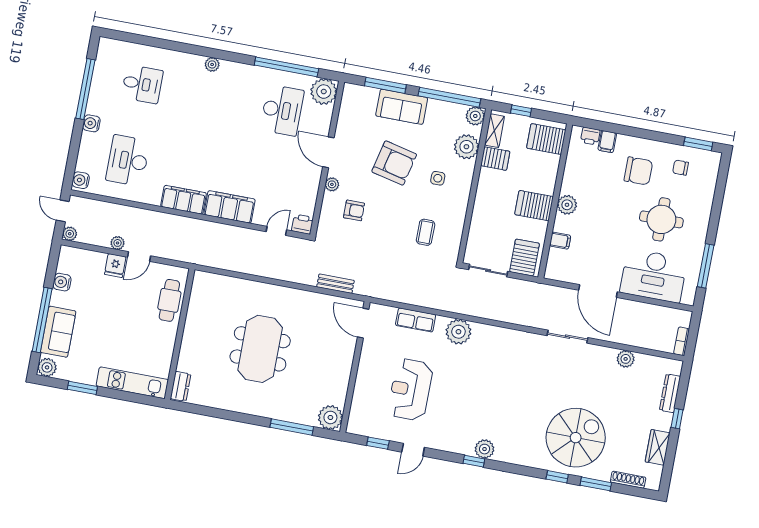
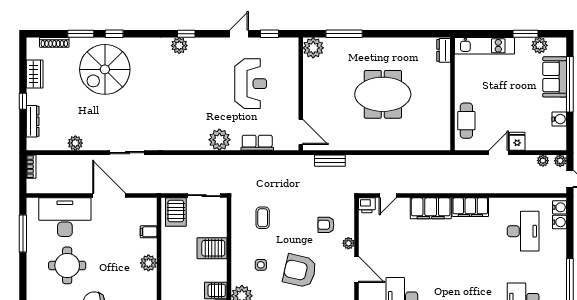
water cooler: (91, 123) -> (559, 222), moved
server rack: (534, 206) -> (212, 248), moved, turned 180
plant: (118, 243) -> (543, 161), moved
meeting table: (260, 349) -> (383, 94), turned 90
plant: (47, 367) -> (540, 45), moved

